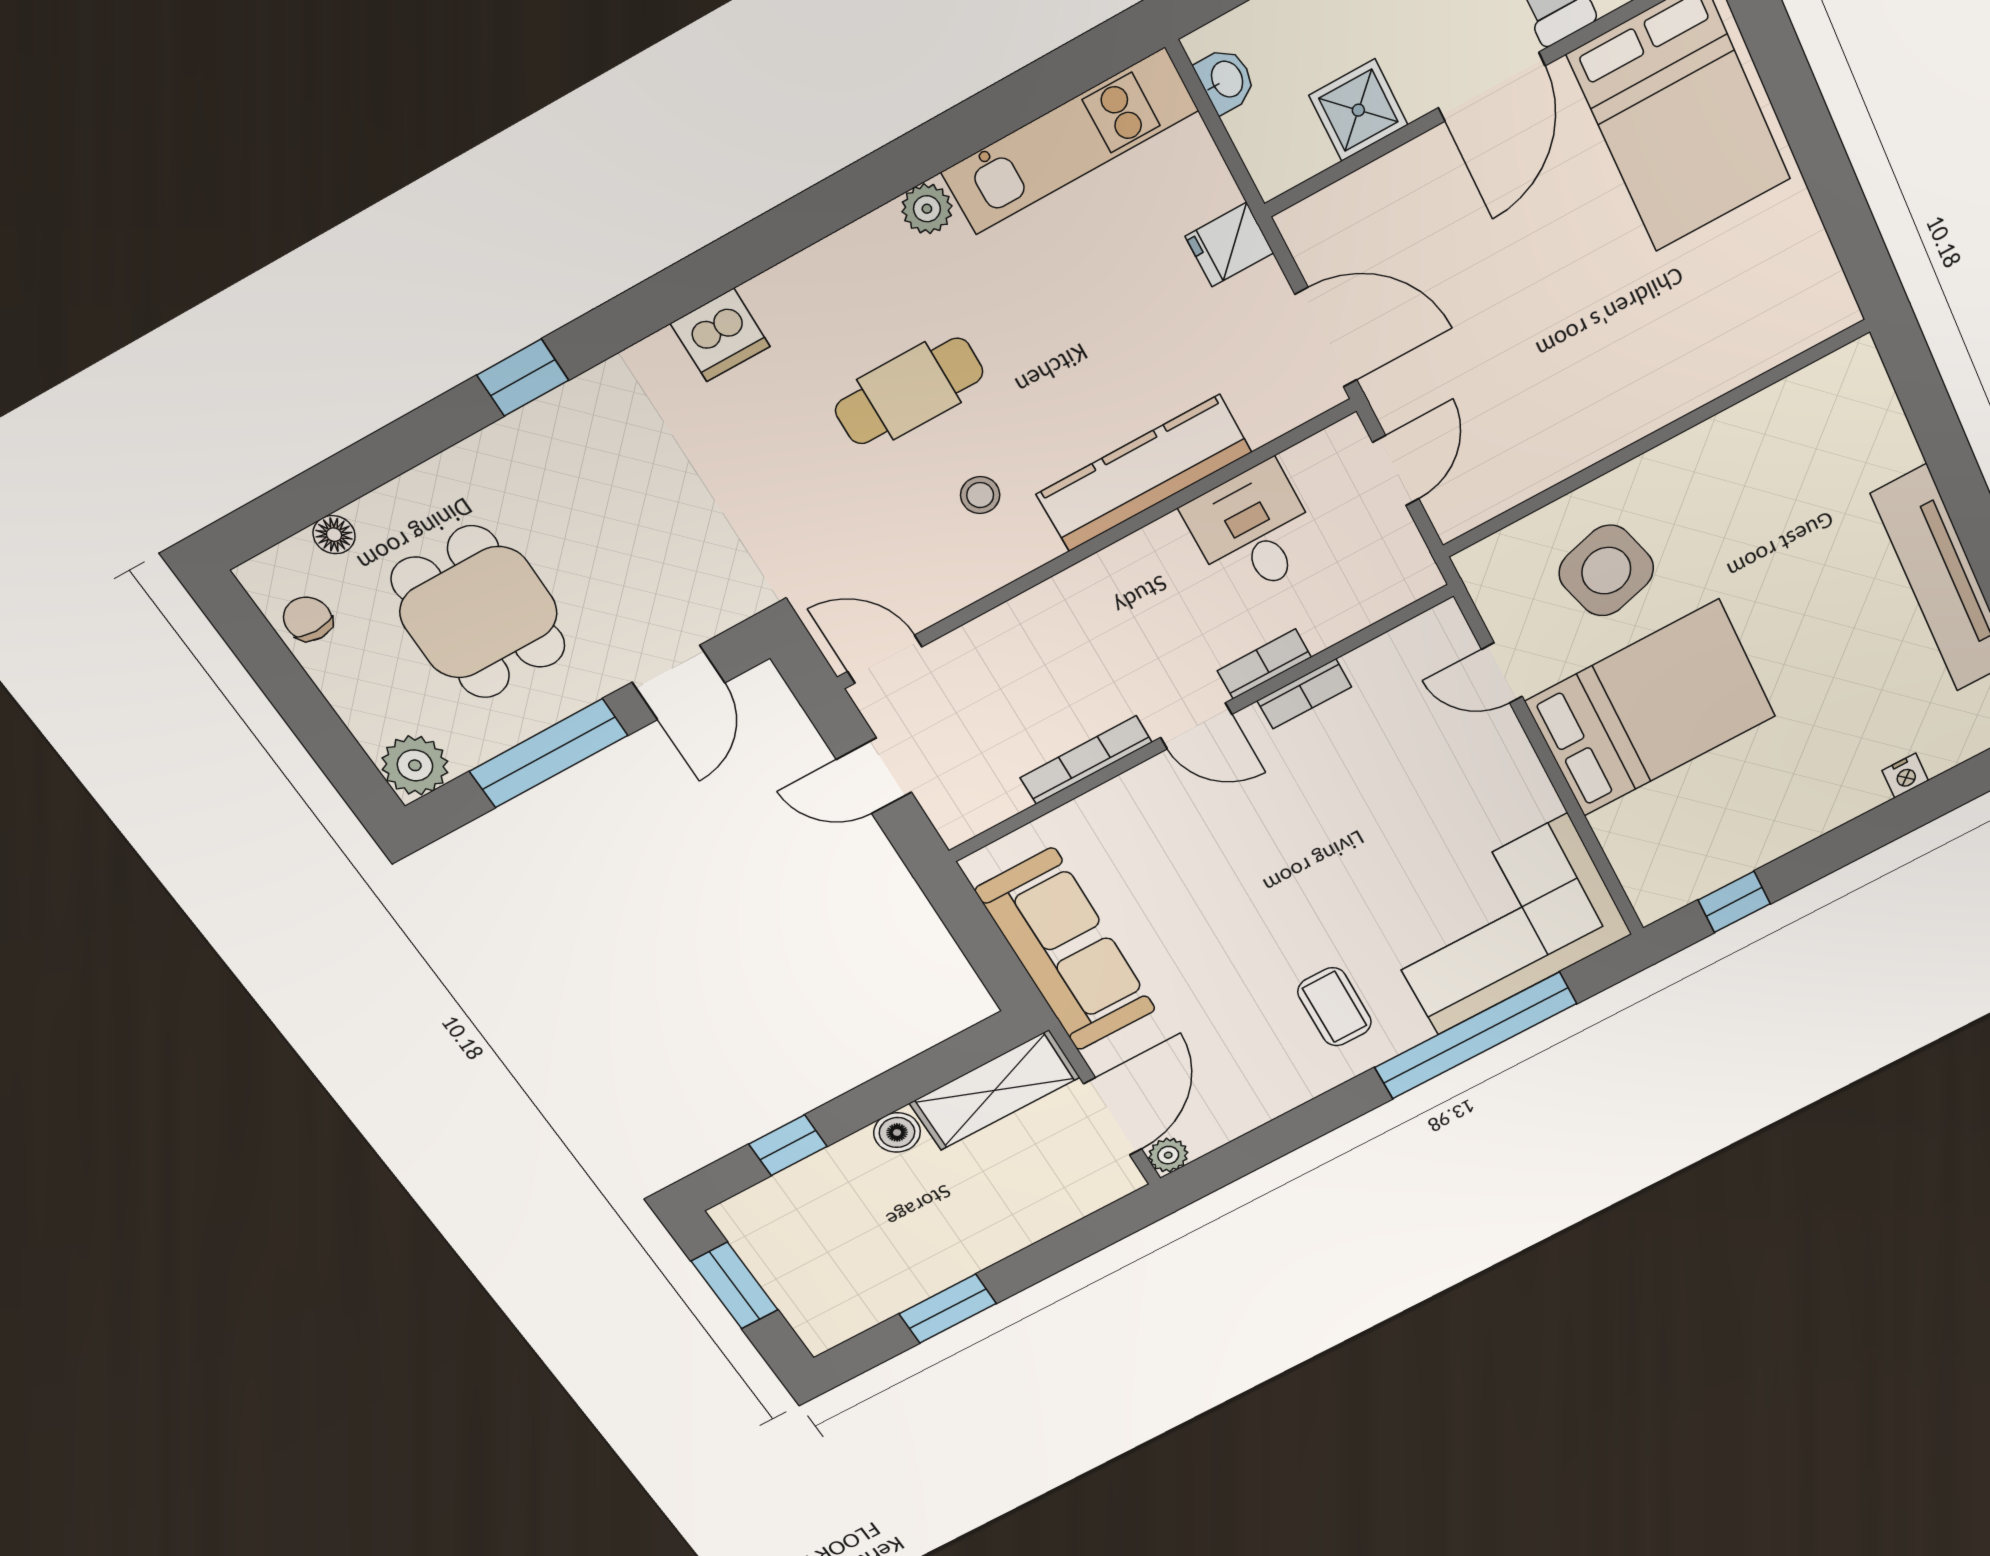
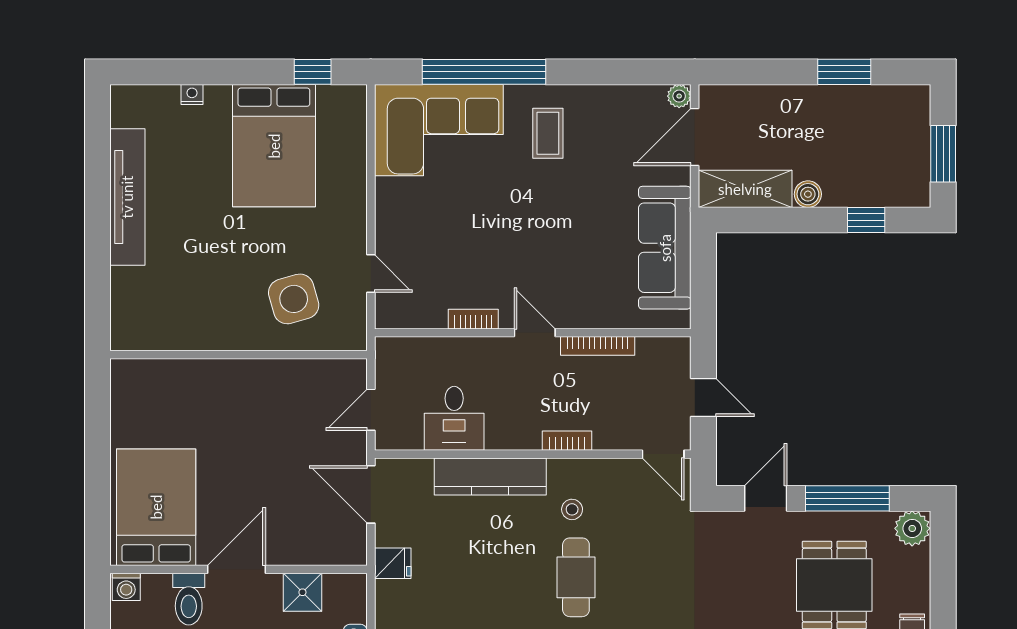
cafe table: (909, 391) -> (576, 577), turned 90
bookcase: (1264, 664) -> (567, 441), moved, turned 180
bed: (1651, 709) -> (274, 146), moved, turned -90

